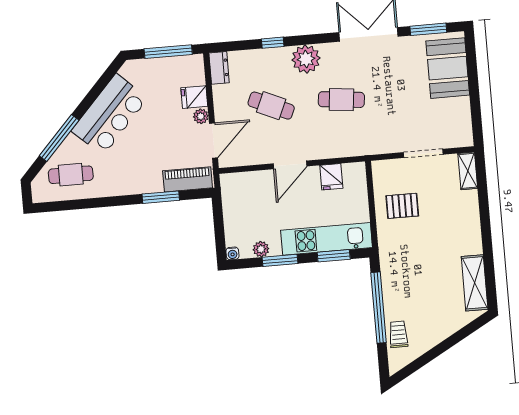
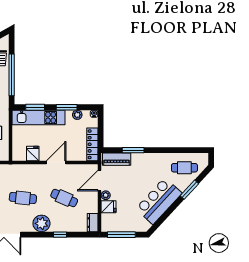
window: (59, 138) -> (189, 190), width x0.69
locker: (231, 201) -> (92, 144), added

